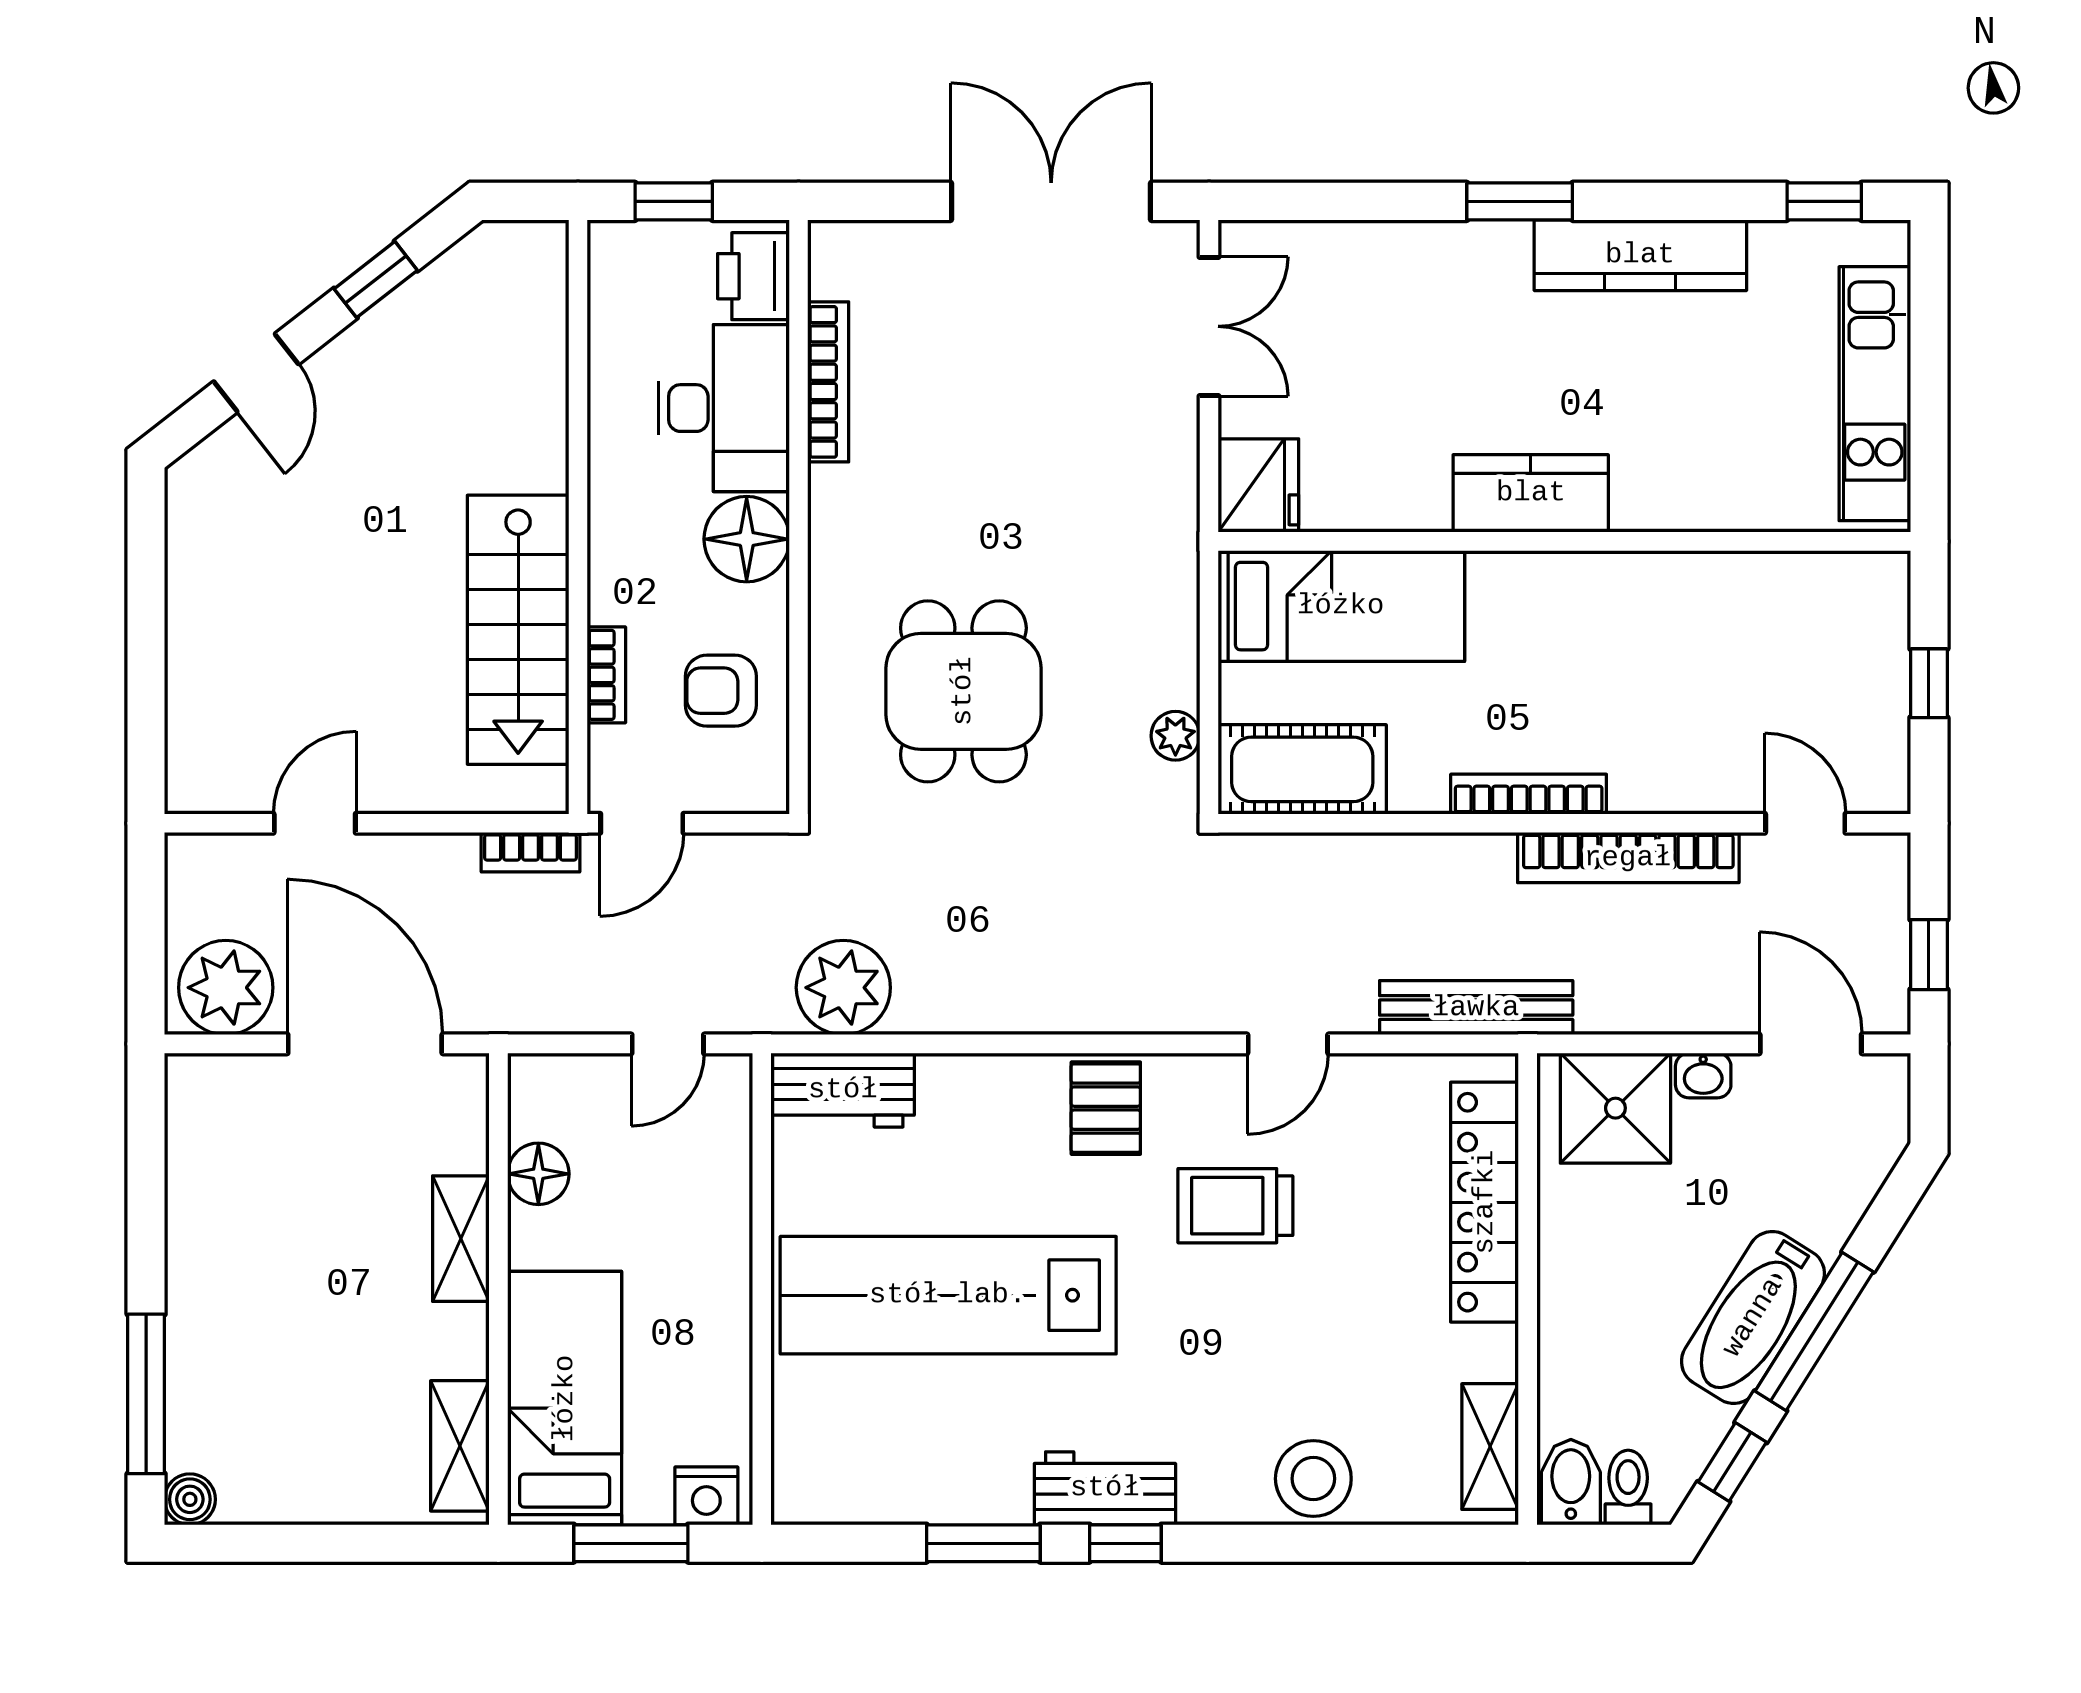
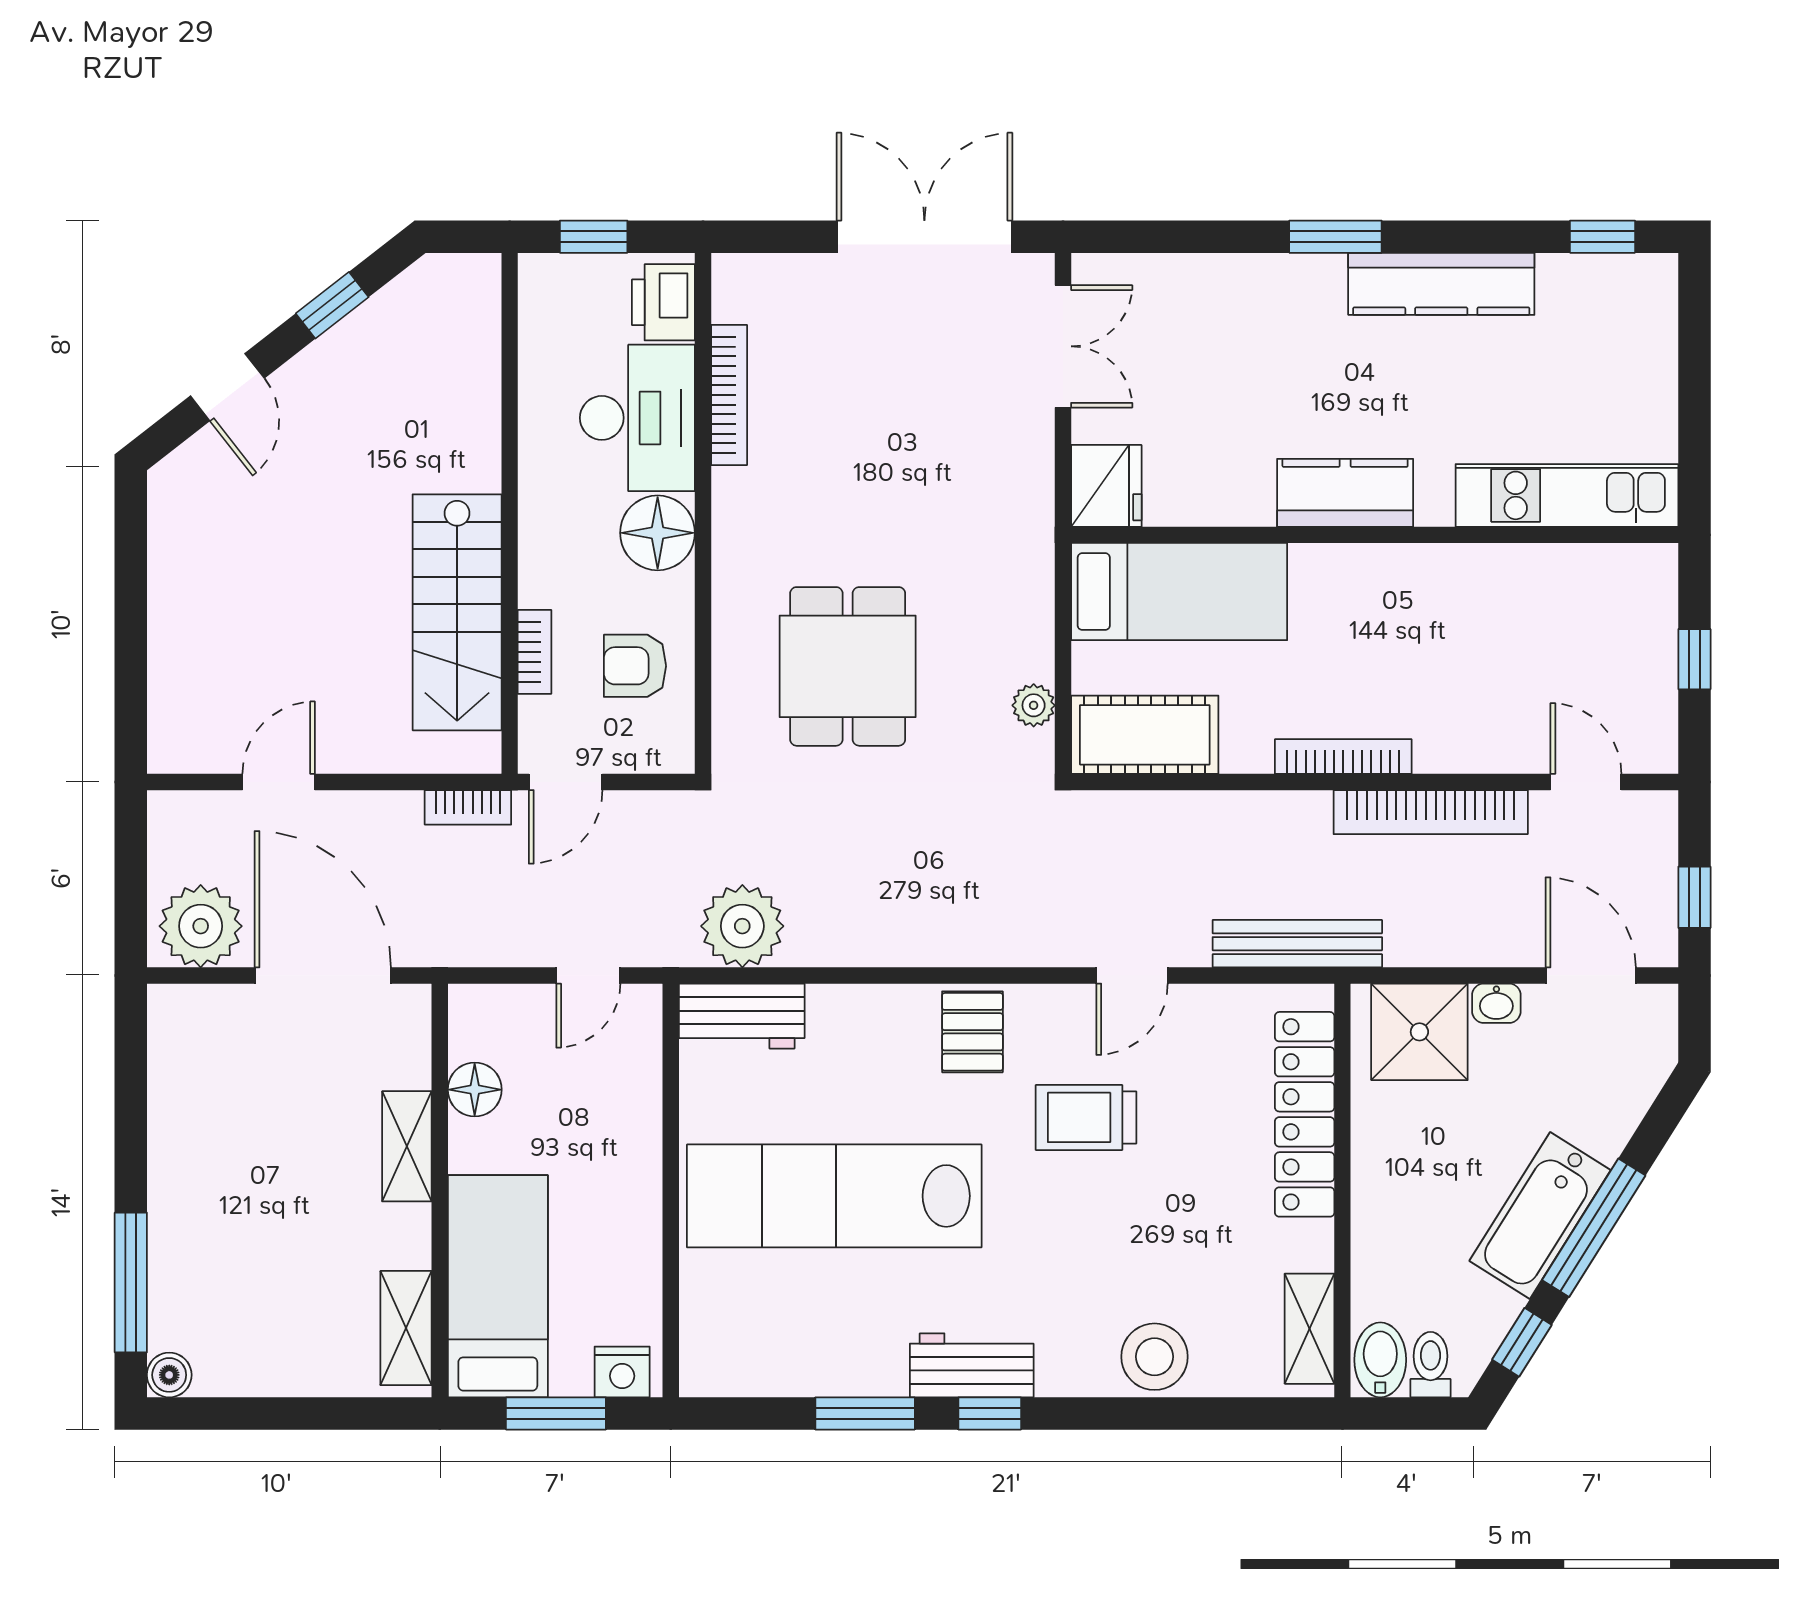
kitchen unit: (1875, 394) -> (1567, 495), moved, turned 90

